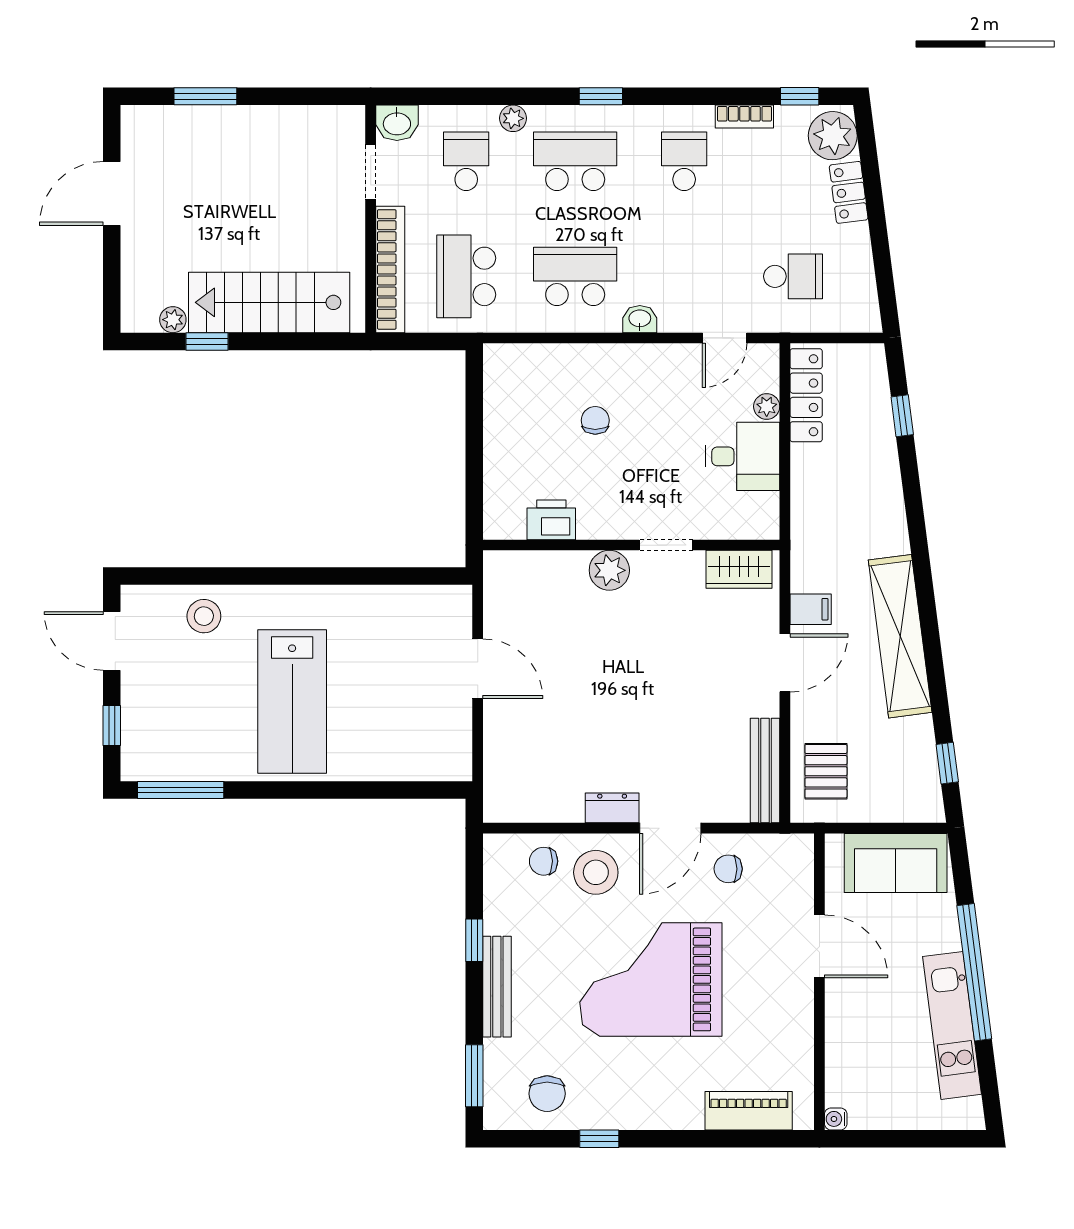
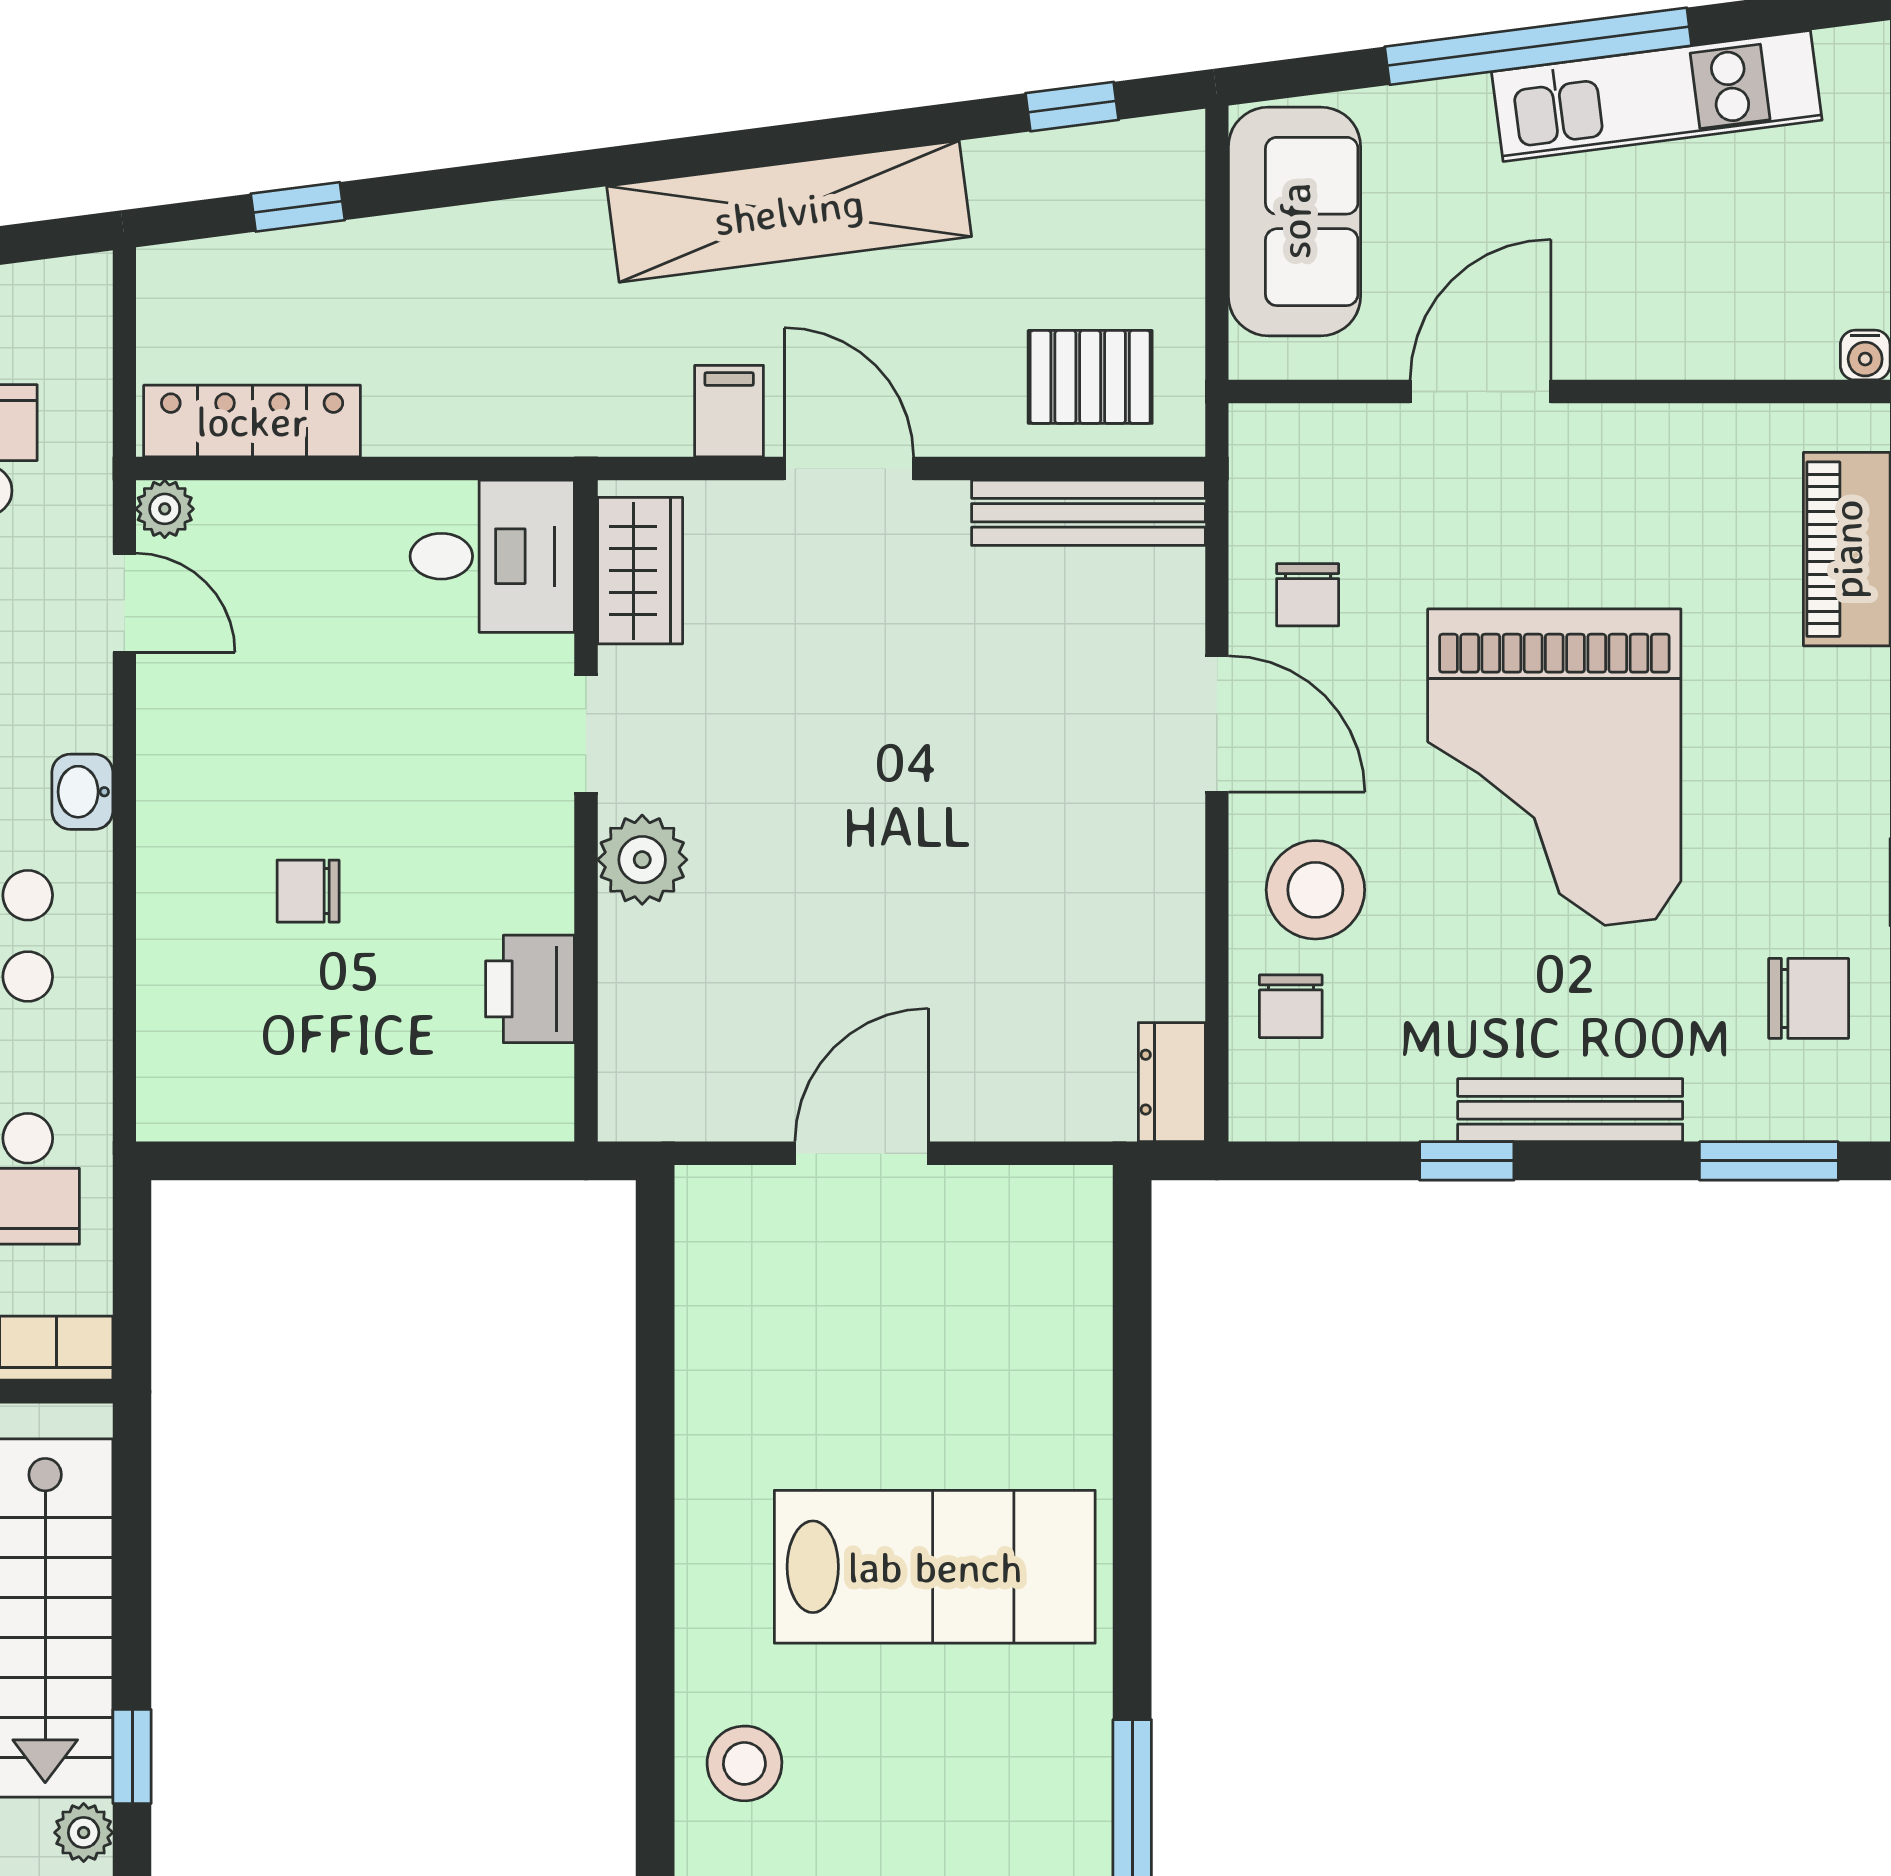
plant: (767, 406) -> (165, 509), moved
desk: (743, 456) -> (492, 556), moved, turned 90
dresser: (612, 808) -> (1172, 1082), moved

